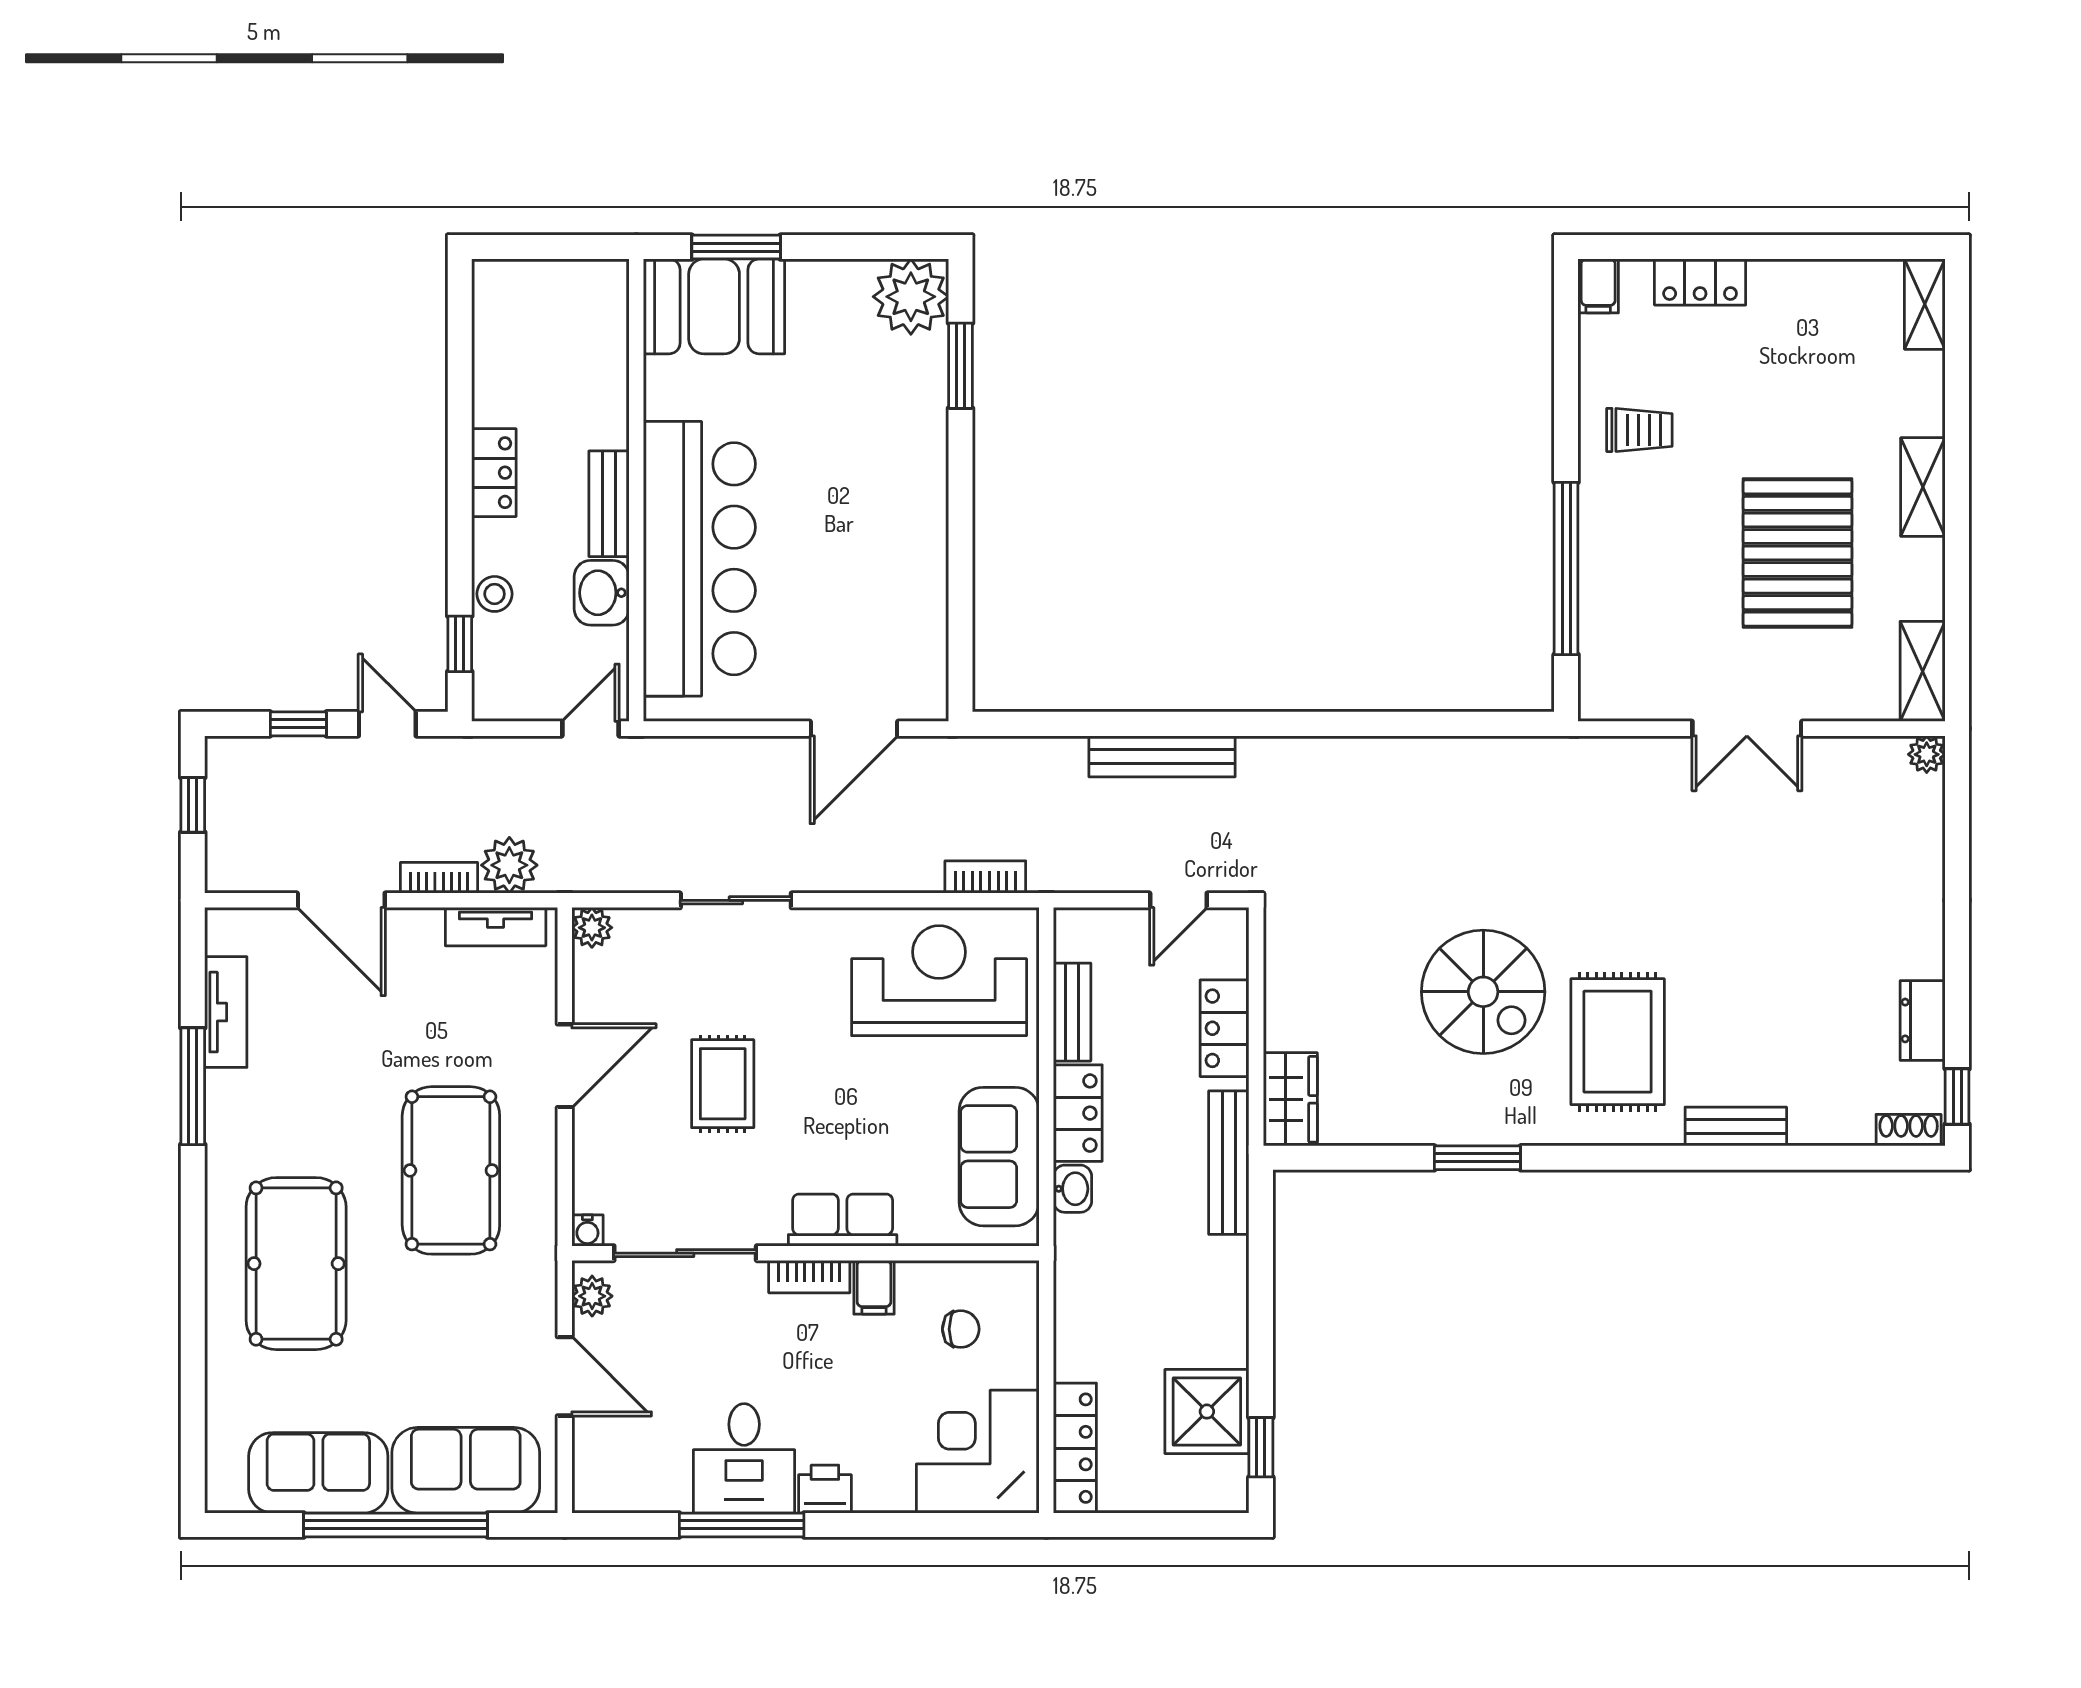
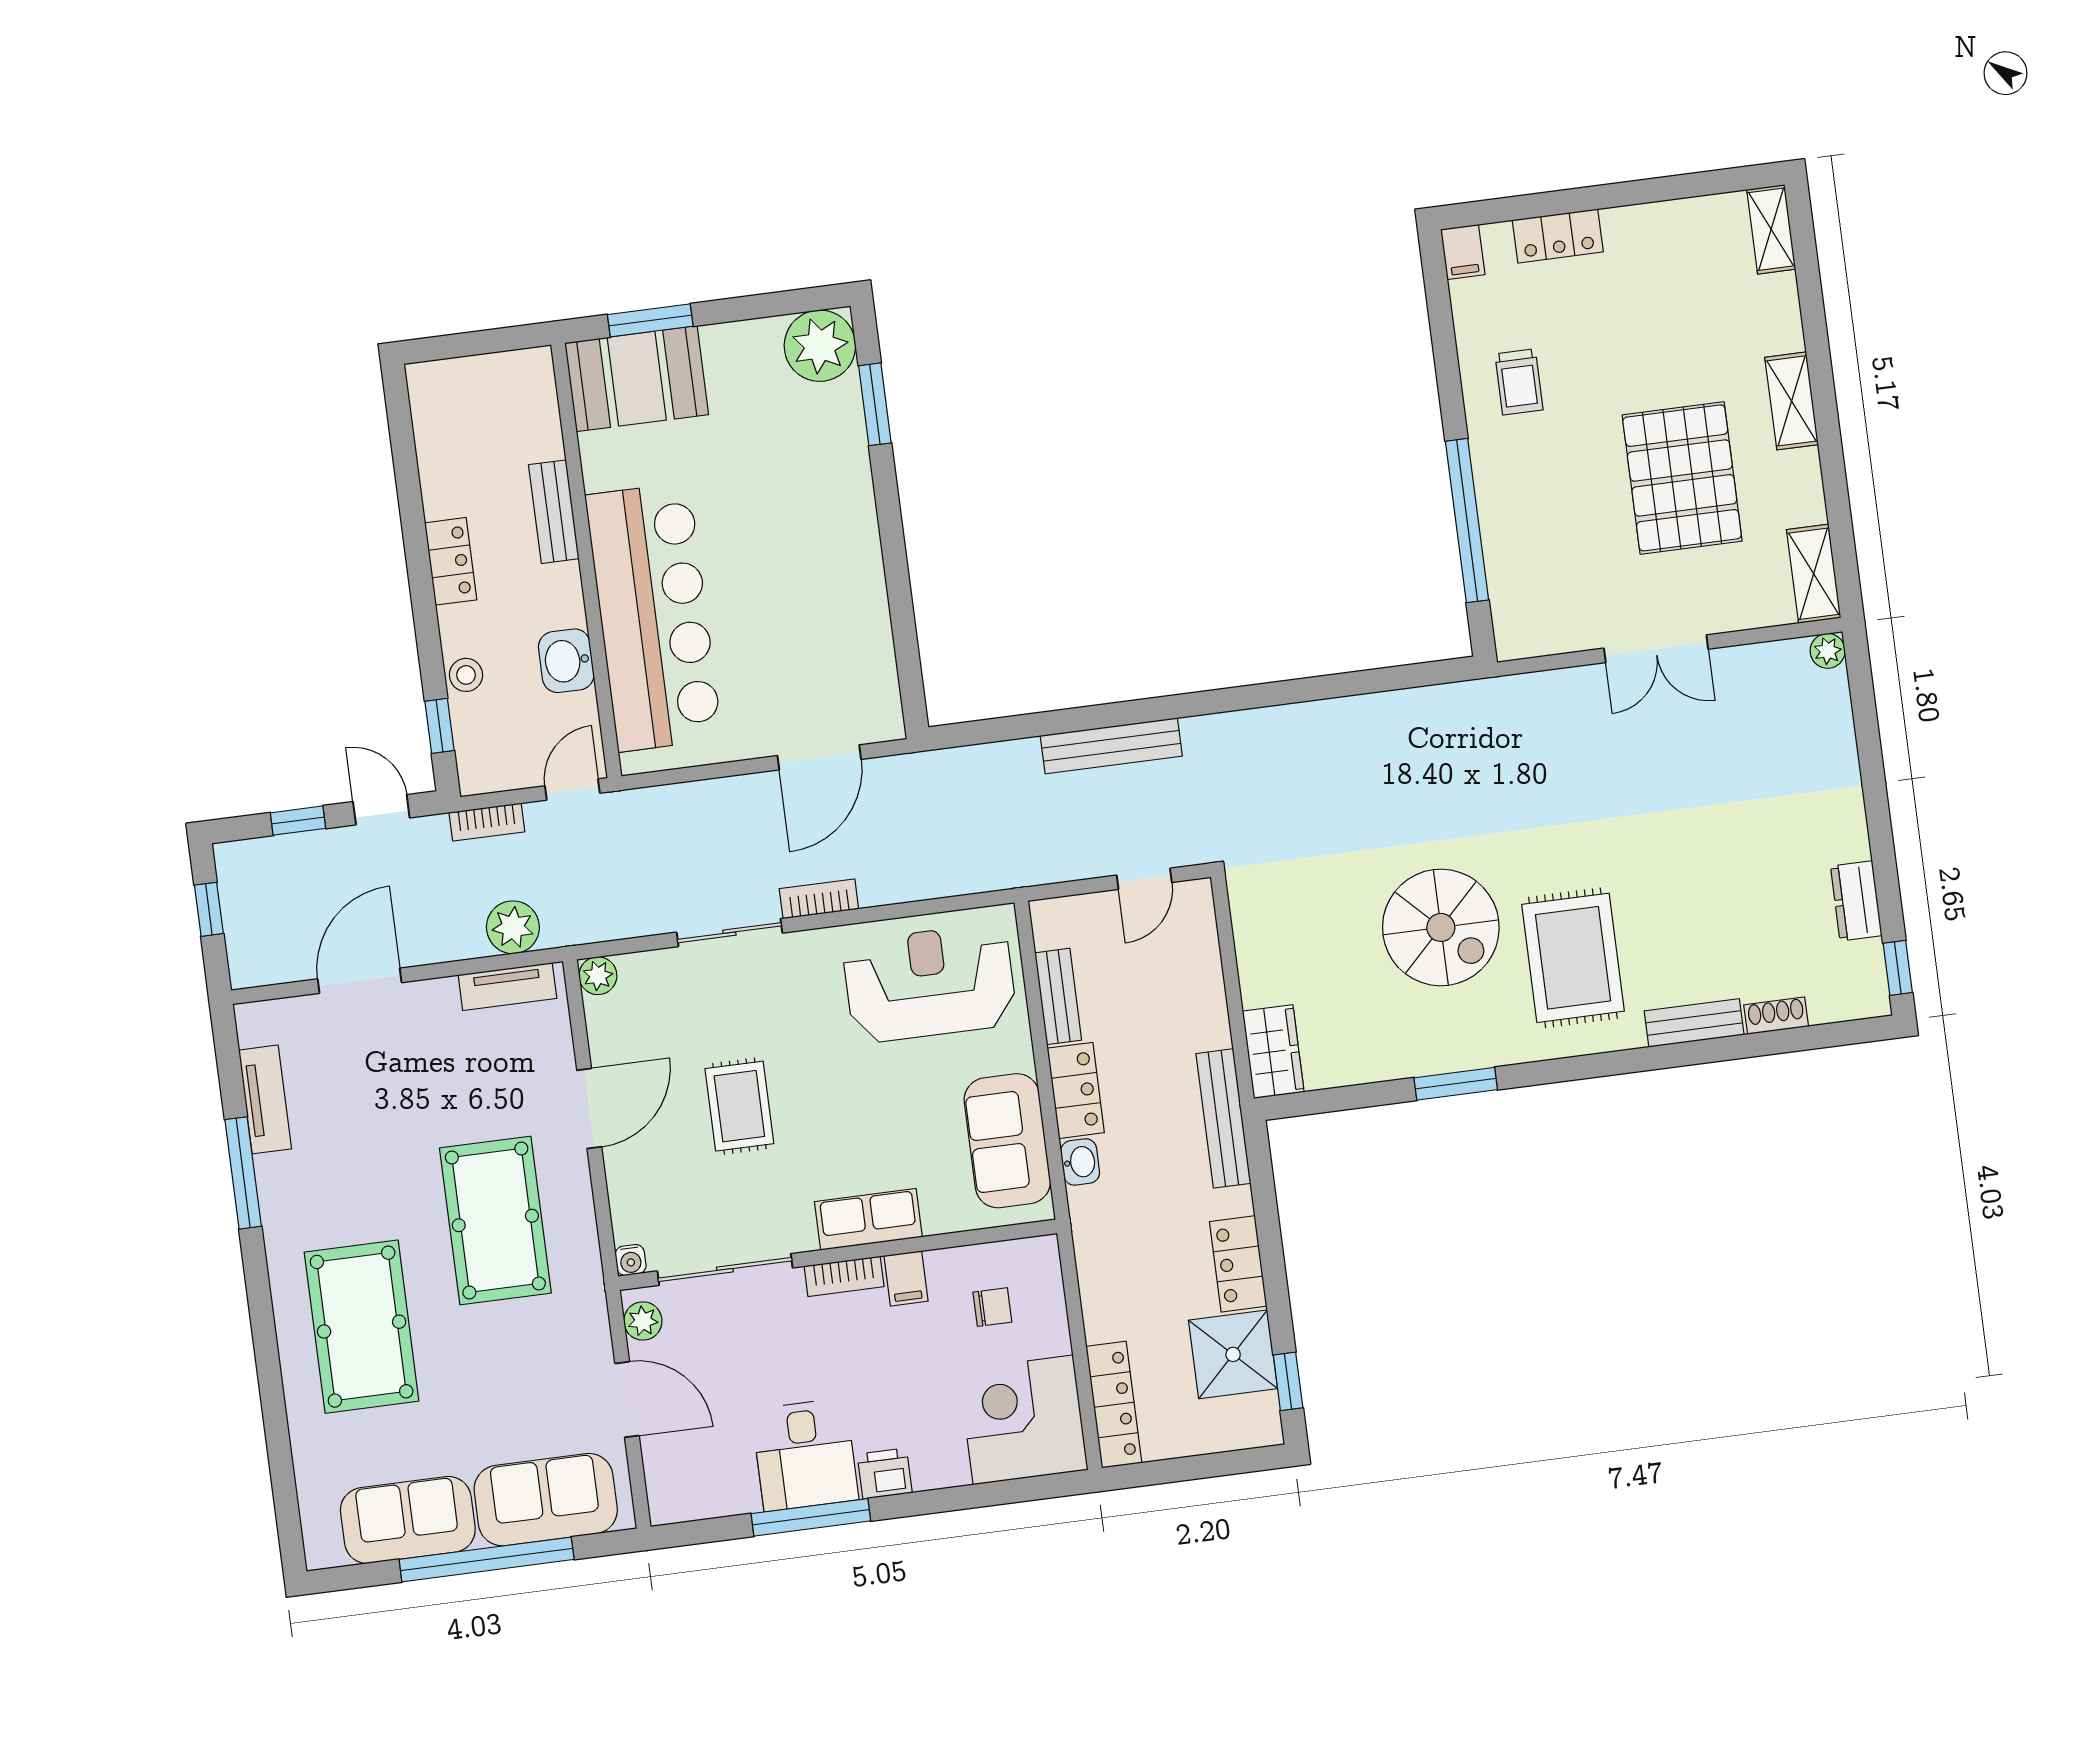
trolley: (1639, 430) -> (1519, 382), turned 90
bench: (609, 504) -> (554, 512), moved
bookcase: (985, 877) -> (819, 899), moved
bookcase: (439, 878) -> (487, 822), moved, turned 180
door: (341, 900) -> (360, 981), swing flipped
locker: (1225, 1028) -> (1238, 1264), moved
shoe rack: (1909, 1130) -> (1776, 1016), moved

